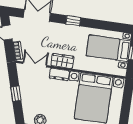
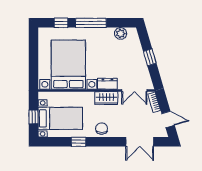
window: (73, 21) -> (79, 142), moved
chair: (71, 33) -> (102, 129), added

